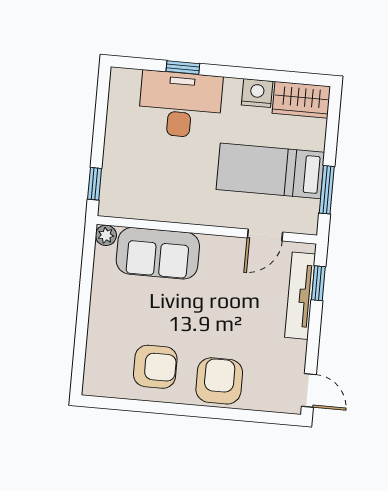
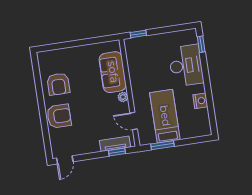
window: (183, 68) -> (201, 44), moved
wardrobe: (301, 100) -> (202, 123), removed
plant: (106, 235) -> (123, 97), moved
tv unit: (300, 296) -> (115, 144), width x0.71

